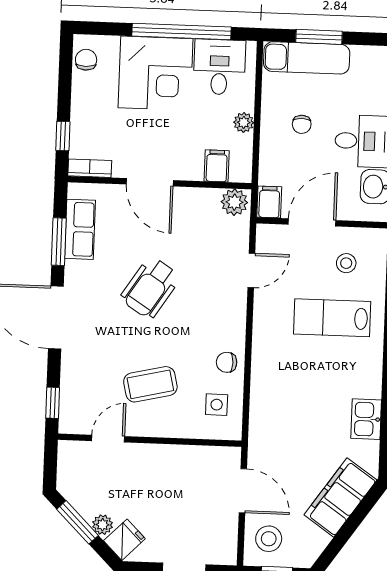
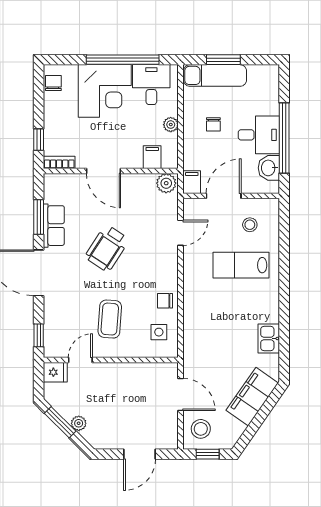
row of seats: (80, 229) -> (54, 226), moved
coffee table: (150, 384) -> (110, 319), turned -73
fridge: (124, 540) -> (55, 372), moved, turned 45

